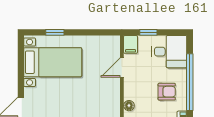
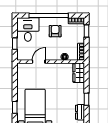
filing cabinet: (131, 44) -> (23, 56), removed
door: (122, 67) -> (39, 62), swing flipped

